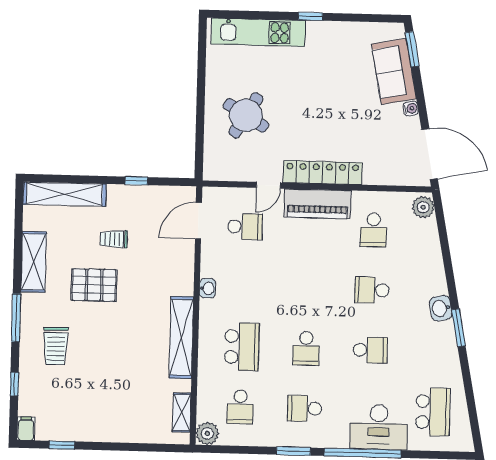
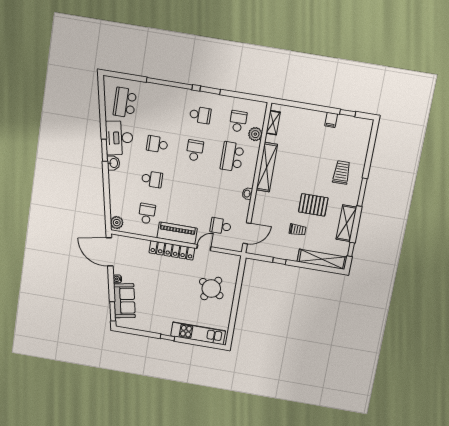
window: (14, 384) -> (351, 249), moved
desk: (379, 427) -> (119, 138), moved, turned -101
filing cabinet: (26, 428) -> (331, 120), moved
plant: (207, 433) -> (255, 134), moved

